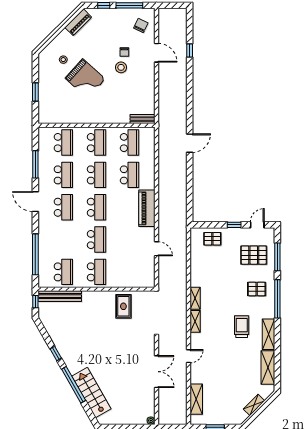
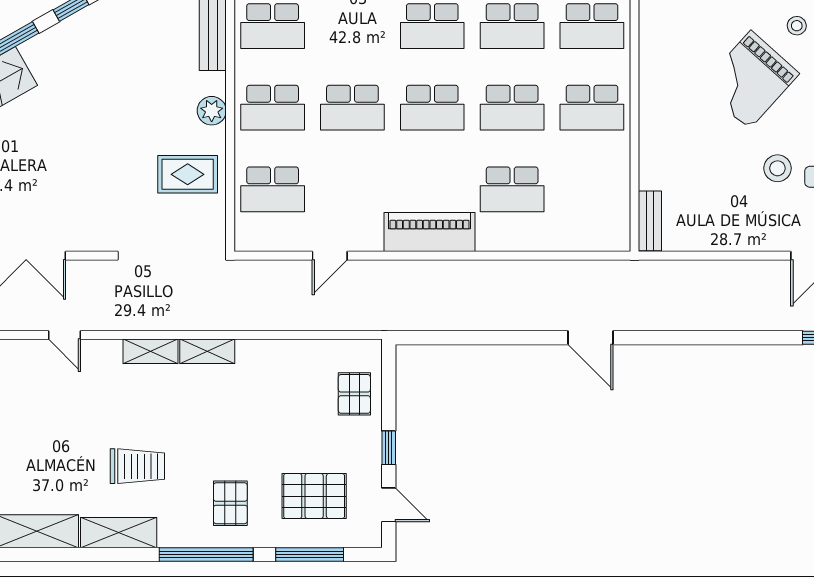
school desk: (130, 143) -> (273, 189), moved
pallet: (254, 255) -> (314, 496), turned 90
plant: (98, 297) -> (212, 111), added

